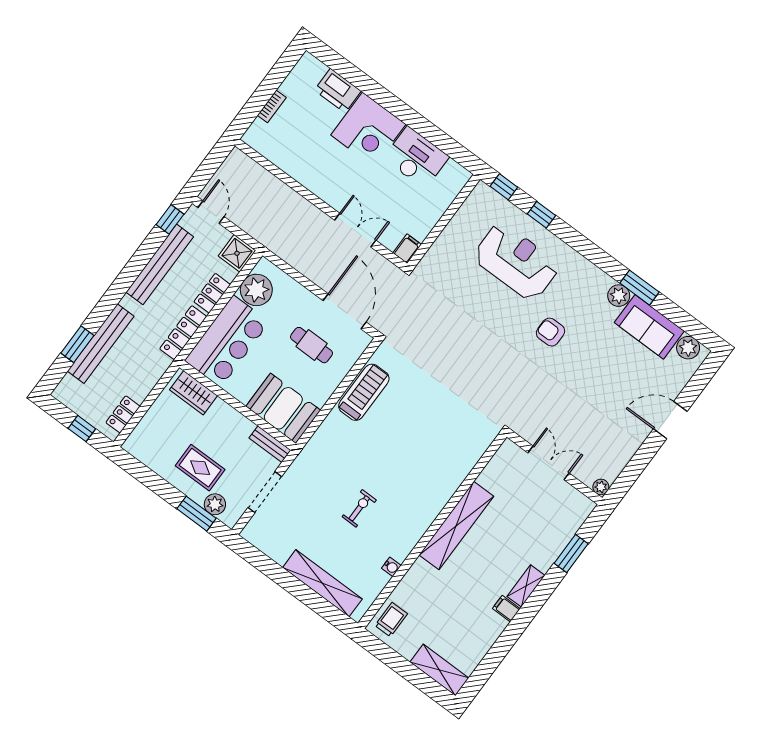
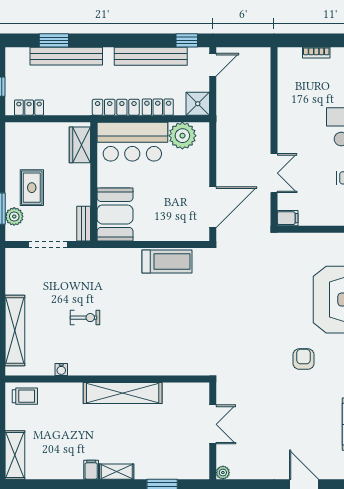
cafe table: (312, 345) -> (173, 202), removed

